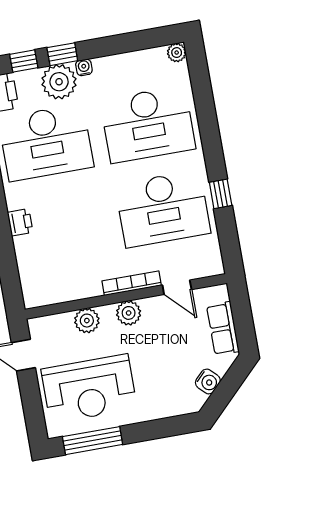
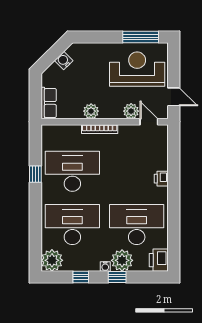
plant: (177, 53) -> (52, 260), width x1.88, depth x1.88
window: (24, 61) -> (81, 277), moved
door: (177, 287) -> (149, 122), moved
plant: (129, 313) -> (91, 111), moved
row of seats: (223, 329) -> (49, 103), moved

